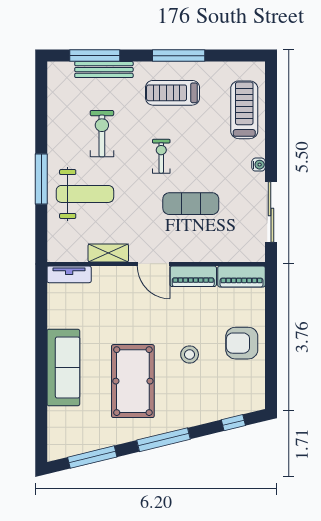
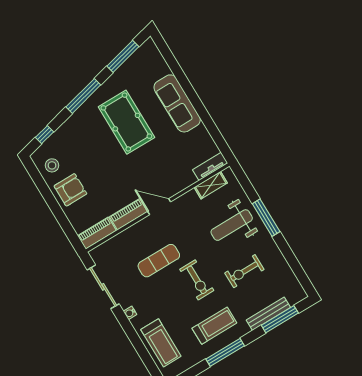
exercise bike: (102, 134) -> (244, 271), turned 90
exercise bike: (161, 156) -> (197, 280), width x1.38, depth x1.39
shelving: (108, 253) -> (211, 185), moved
stool: (190, 355) -> (52, 165), moved

